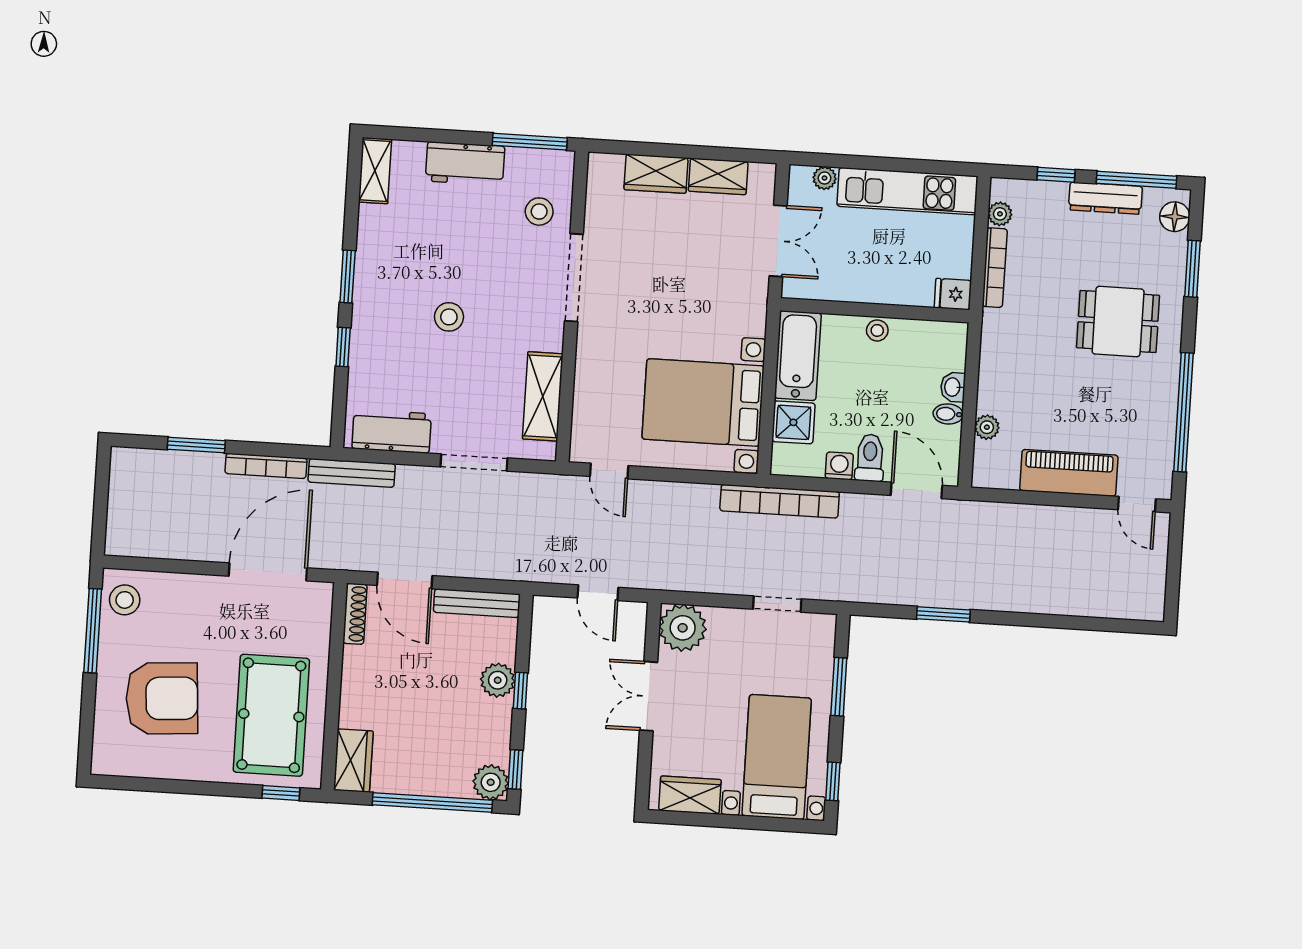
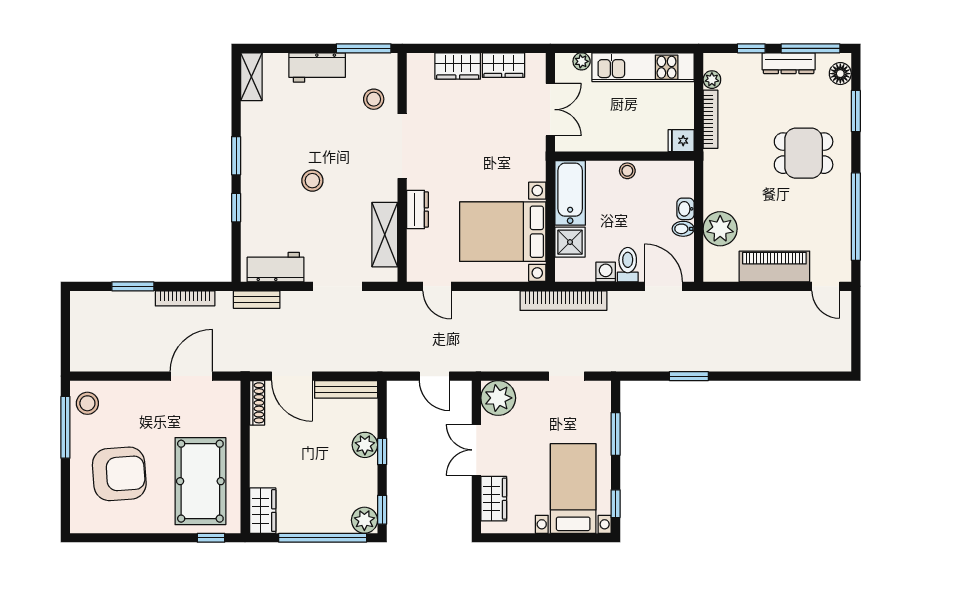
dresser: (589, 365) -> (418, 209), added
plant: (987, 427) -> (720, 229), width x1.88, depth x1.88
bench: (352, 473) -> (257, 300), width x0.73
door: (268, 572) -> (191, 376), width x0.73
wardrobe: (690, 795) -> (494, 499), moved, turned 90

